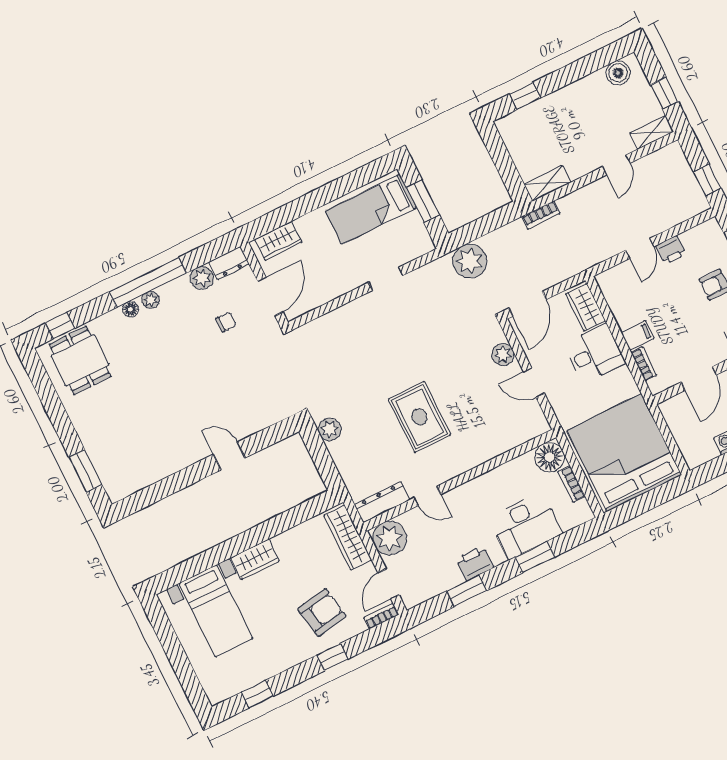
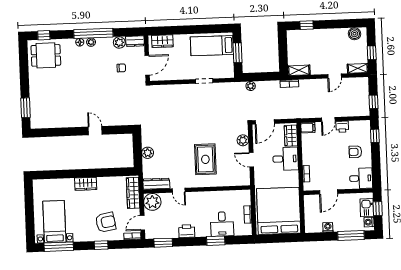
plant: (470, 261) -> (251, 86), width x0.53, depth x0.53
filing cabinet: (638, 335) -> (308, 128), moved
dining table: (80, 360) -> (46, 55), turned 90
rug: (419, 417) -> (205, 159), moved
plant: (330, 429) -> (148, 153), moved
floor lamp: (550, 457) -> (243, 197), removed
desk: (525, 525) -> (222, 224), width x0.73
window: (467, 591) -> (163, 243), moved
bed with nightstands: (216, 611) -> (54, 222), moved, turned 180
window: (257, 694) -> (59, 247), width x2.17

